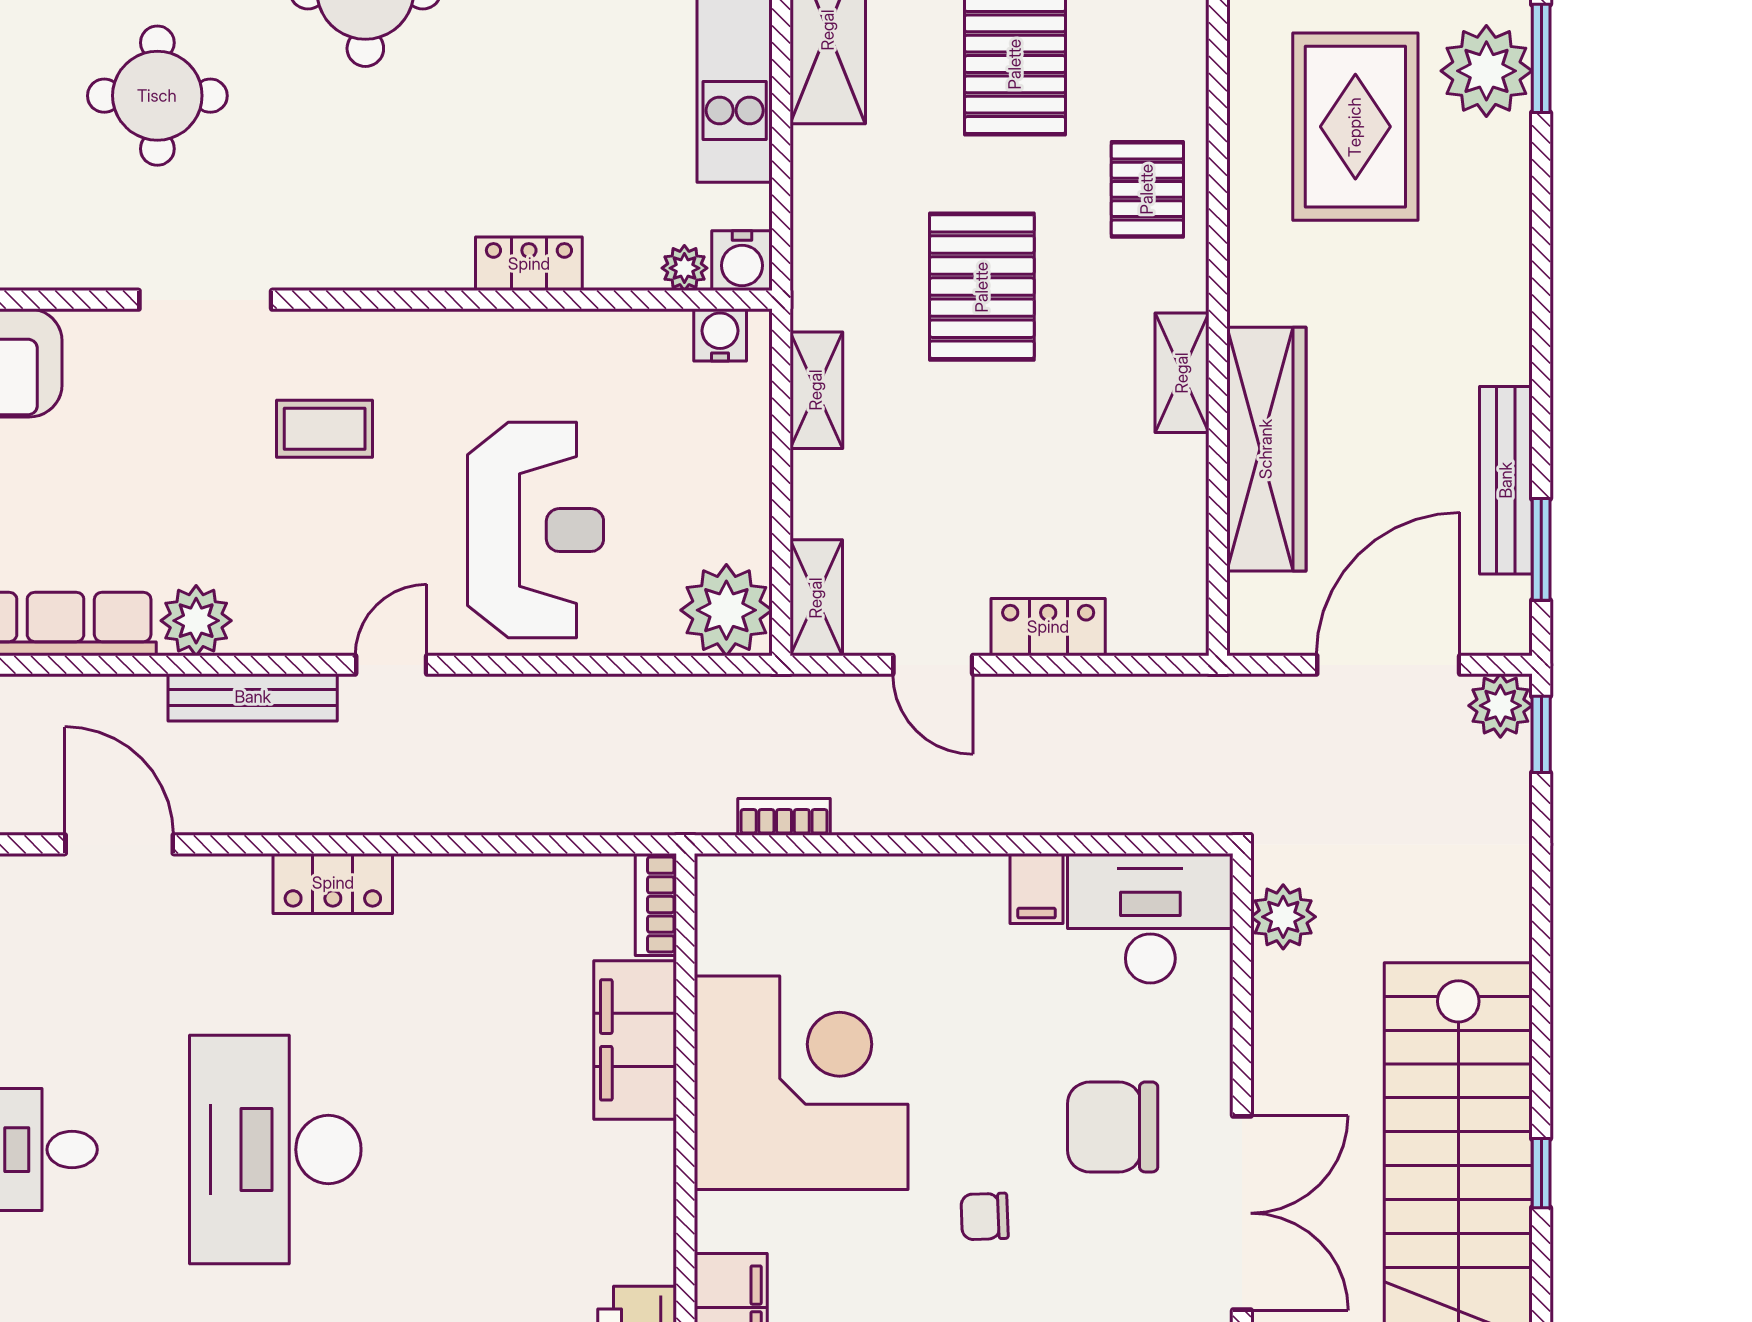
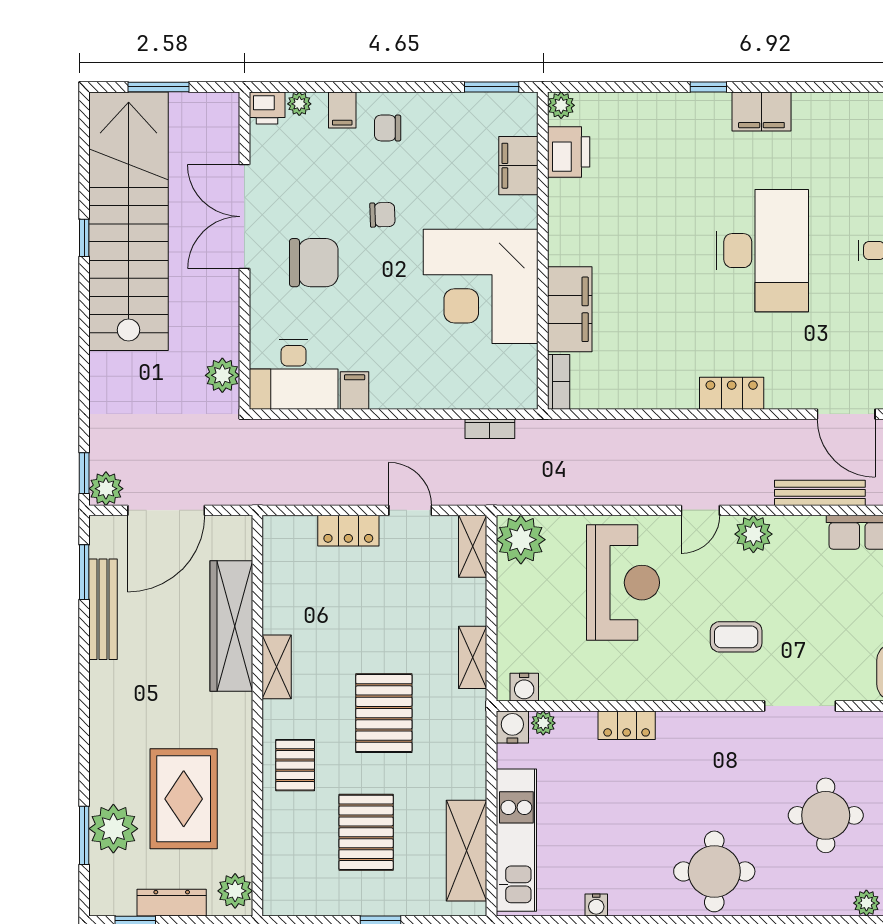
reception desk: (536, 530) -> (623, 583), turned 180
plant: (196, 621) -> (753, 534), moved
bench: (253, 697) -> (820, 493), moved

